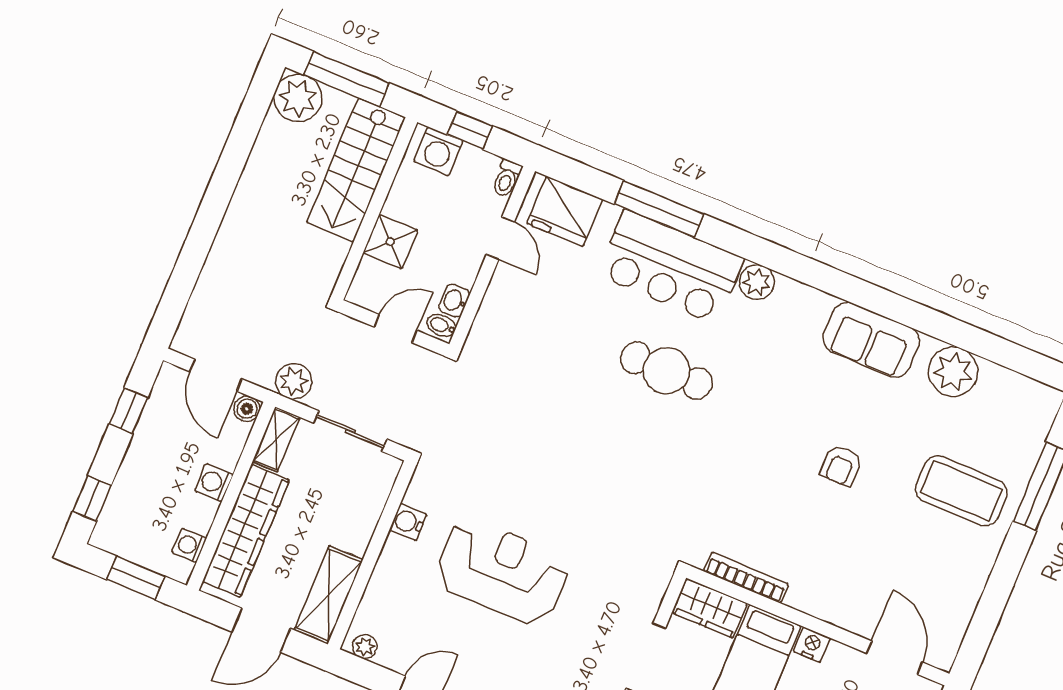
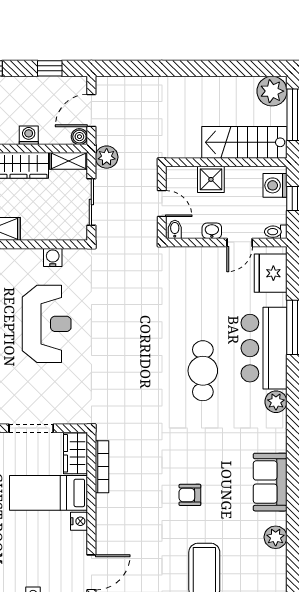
washbasin: (454, 301) -> (212, 231), moved
plant: (953, 372) -> (276, 537), width x0.73, depth x0.73

